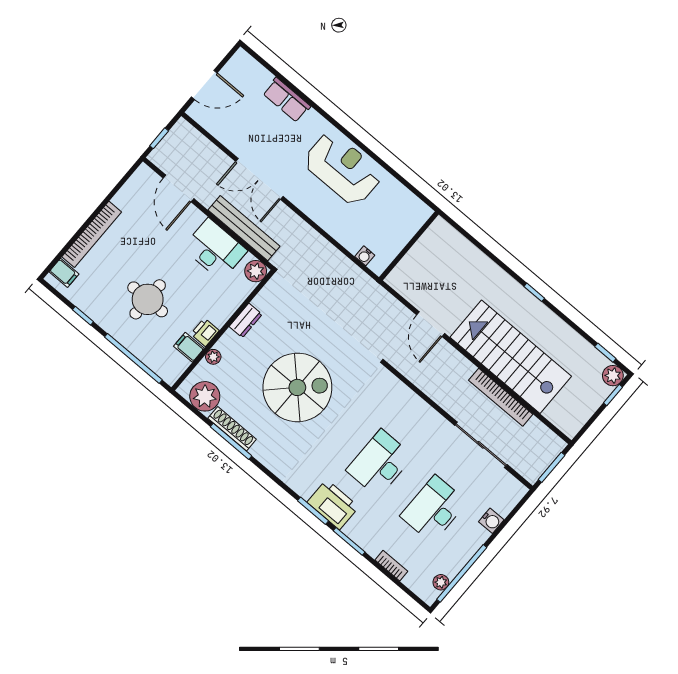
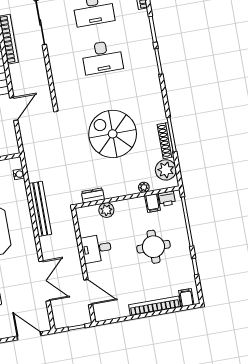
double door: (259, 179) -> (44, 281), moved
door: (178, 188) -> (88, 292), hinge flipped
bench: (244, 228) -> (40, 209), moved
desk: (215, 249) -> (96, 248), width x0.73
plant: (256, 271) -> (106, 210), moved
dresser: (246, 320) -> (93, 195), moved
printer: (205, 332) -> (167, 199), moved
printer: (333, 504) -> (145, 56), removed

